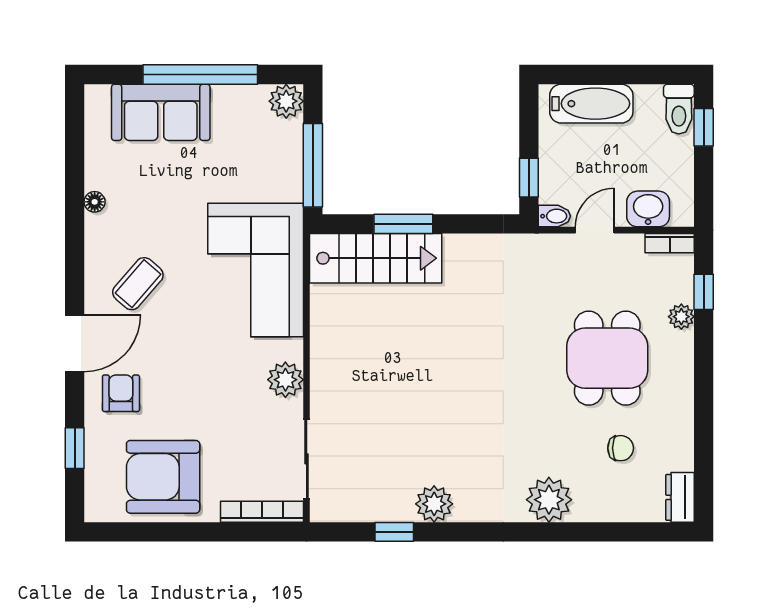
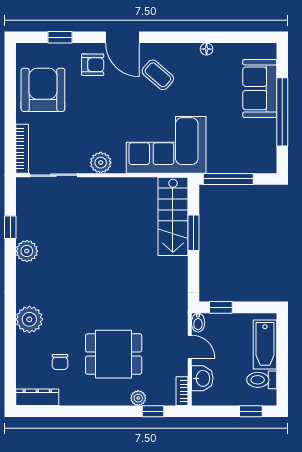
plant: (286, 101) -> (266, 163), removed
toilet: (679, 109) -> (262, 380), moved
dresser: (680, 497) -> (37, 397), width x1.44

